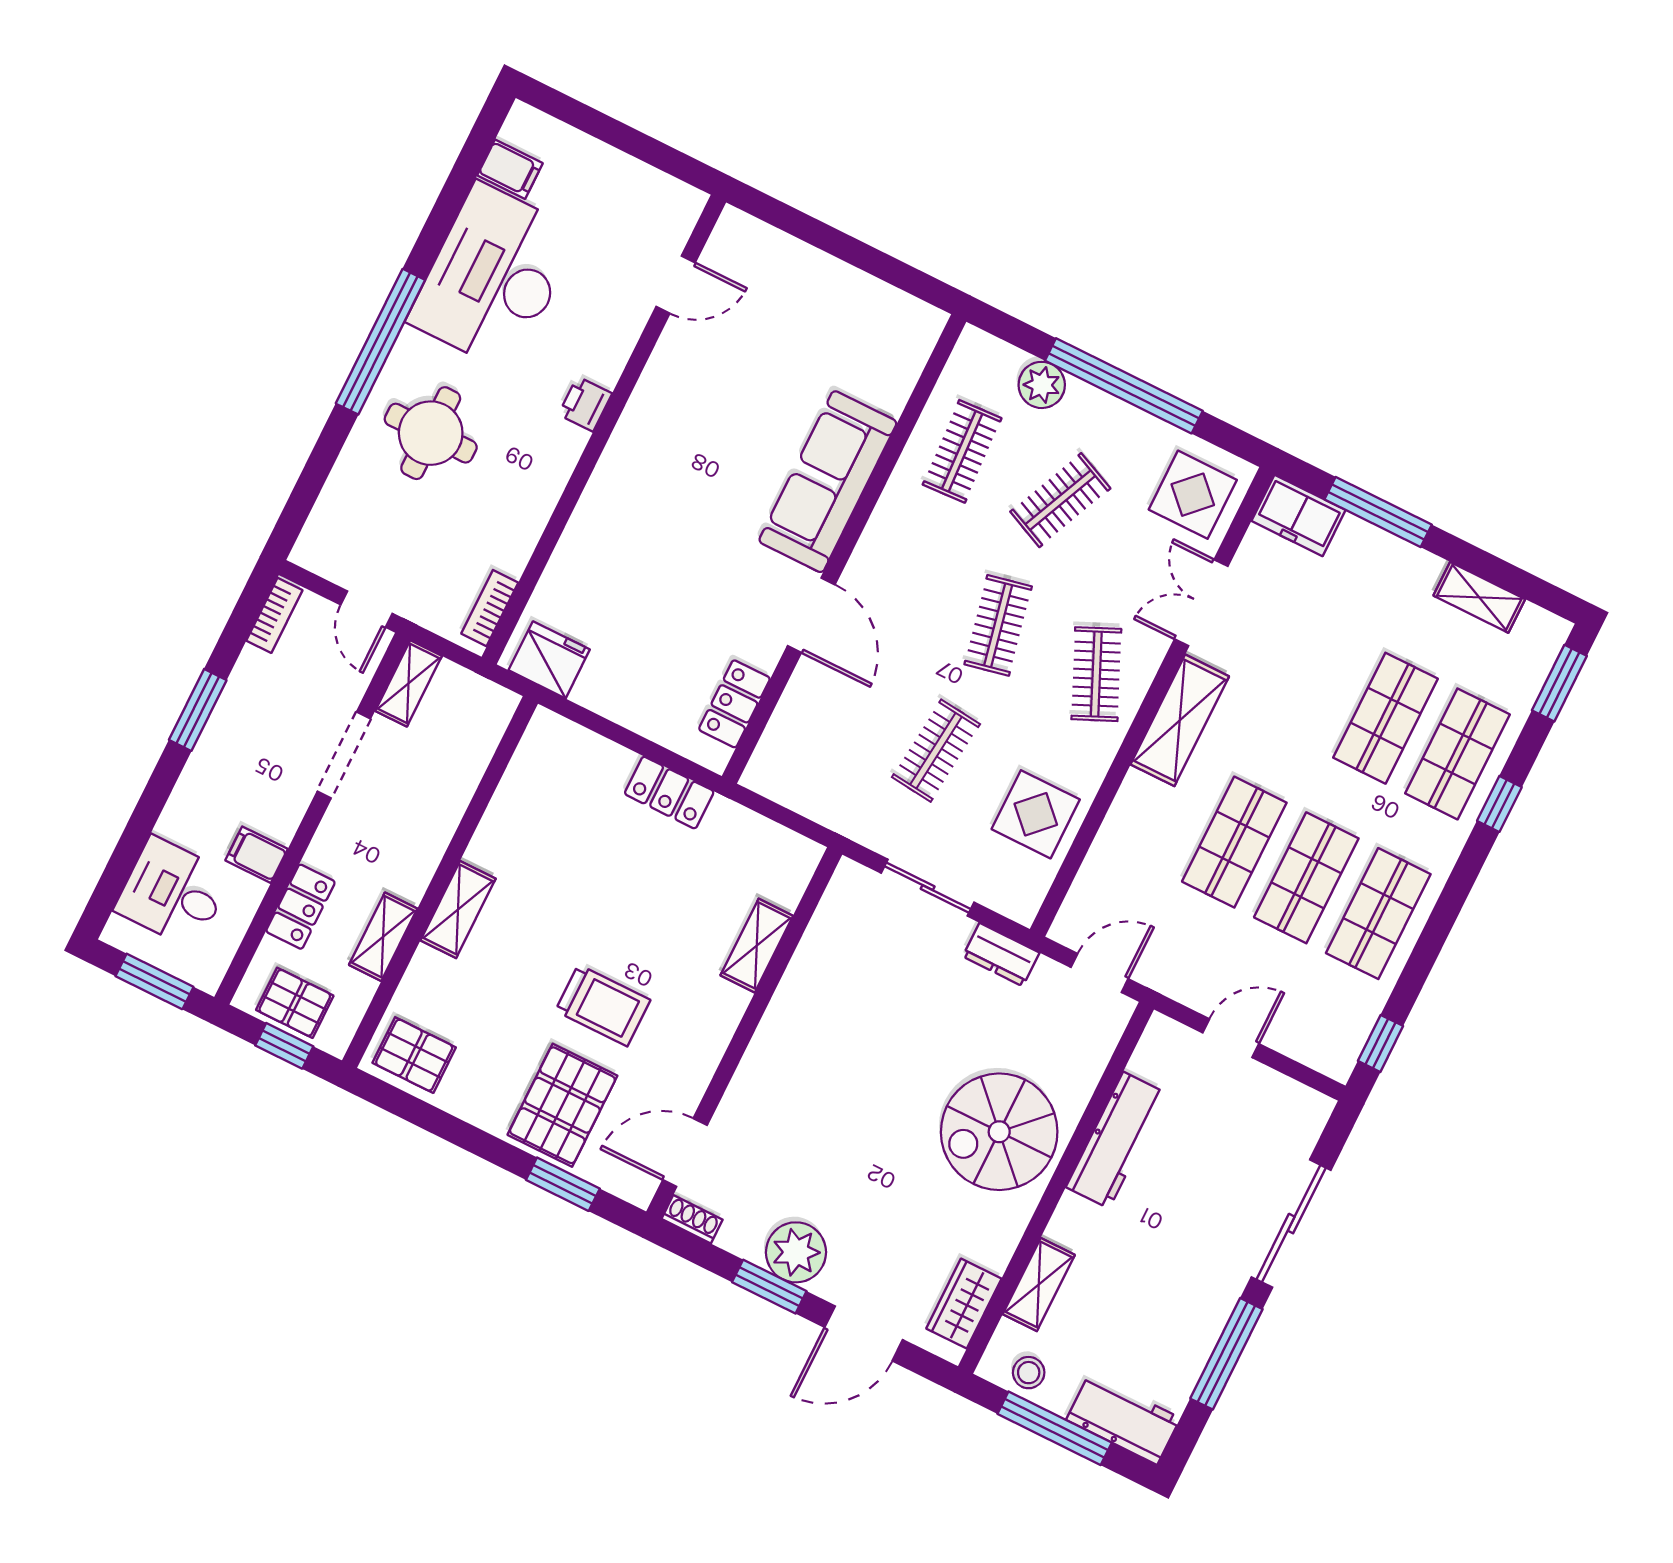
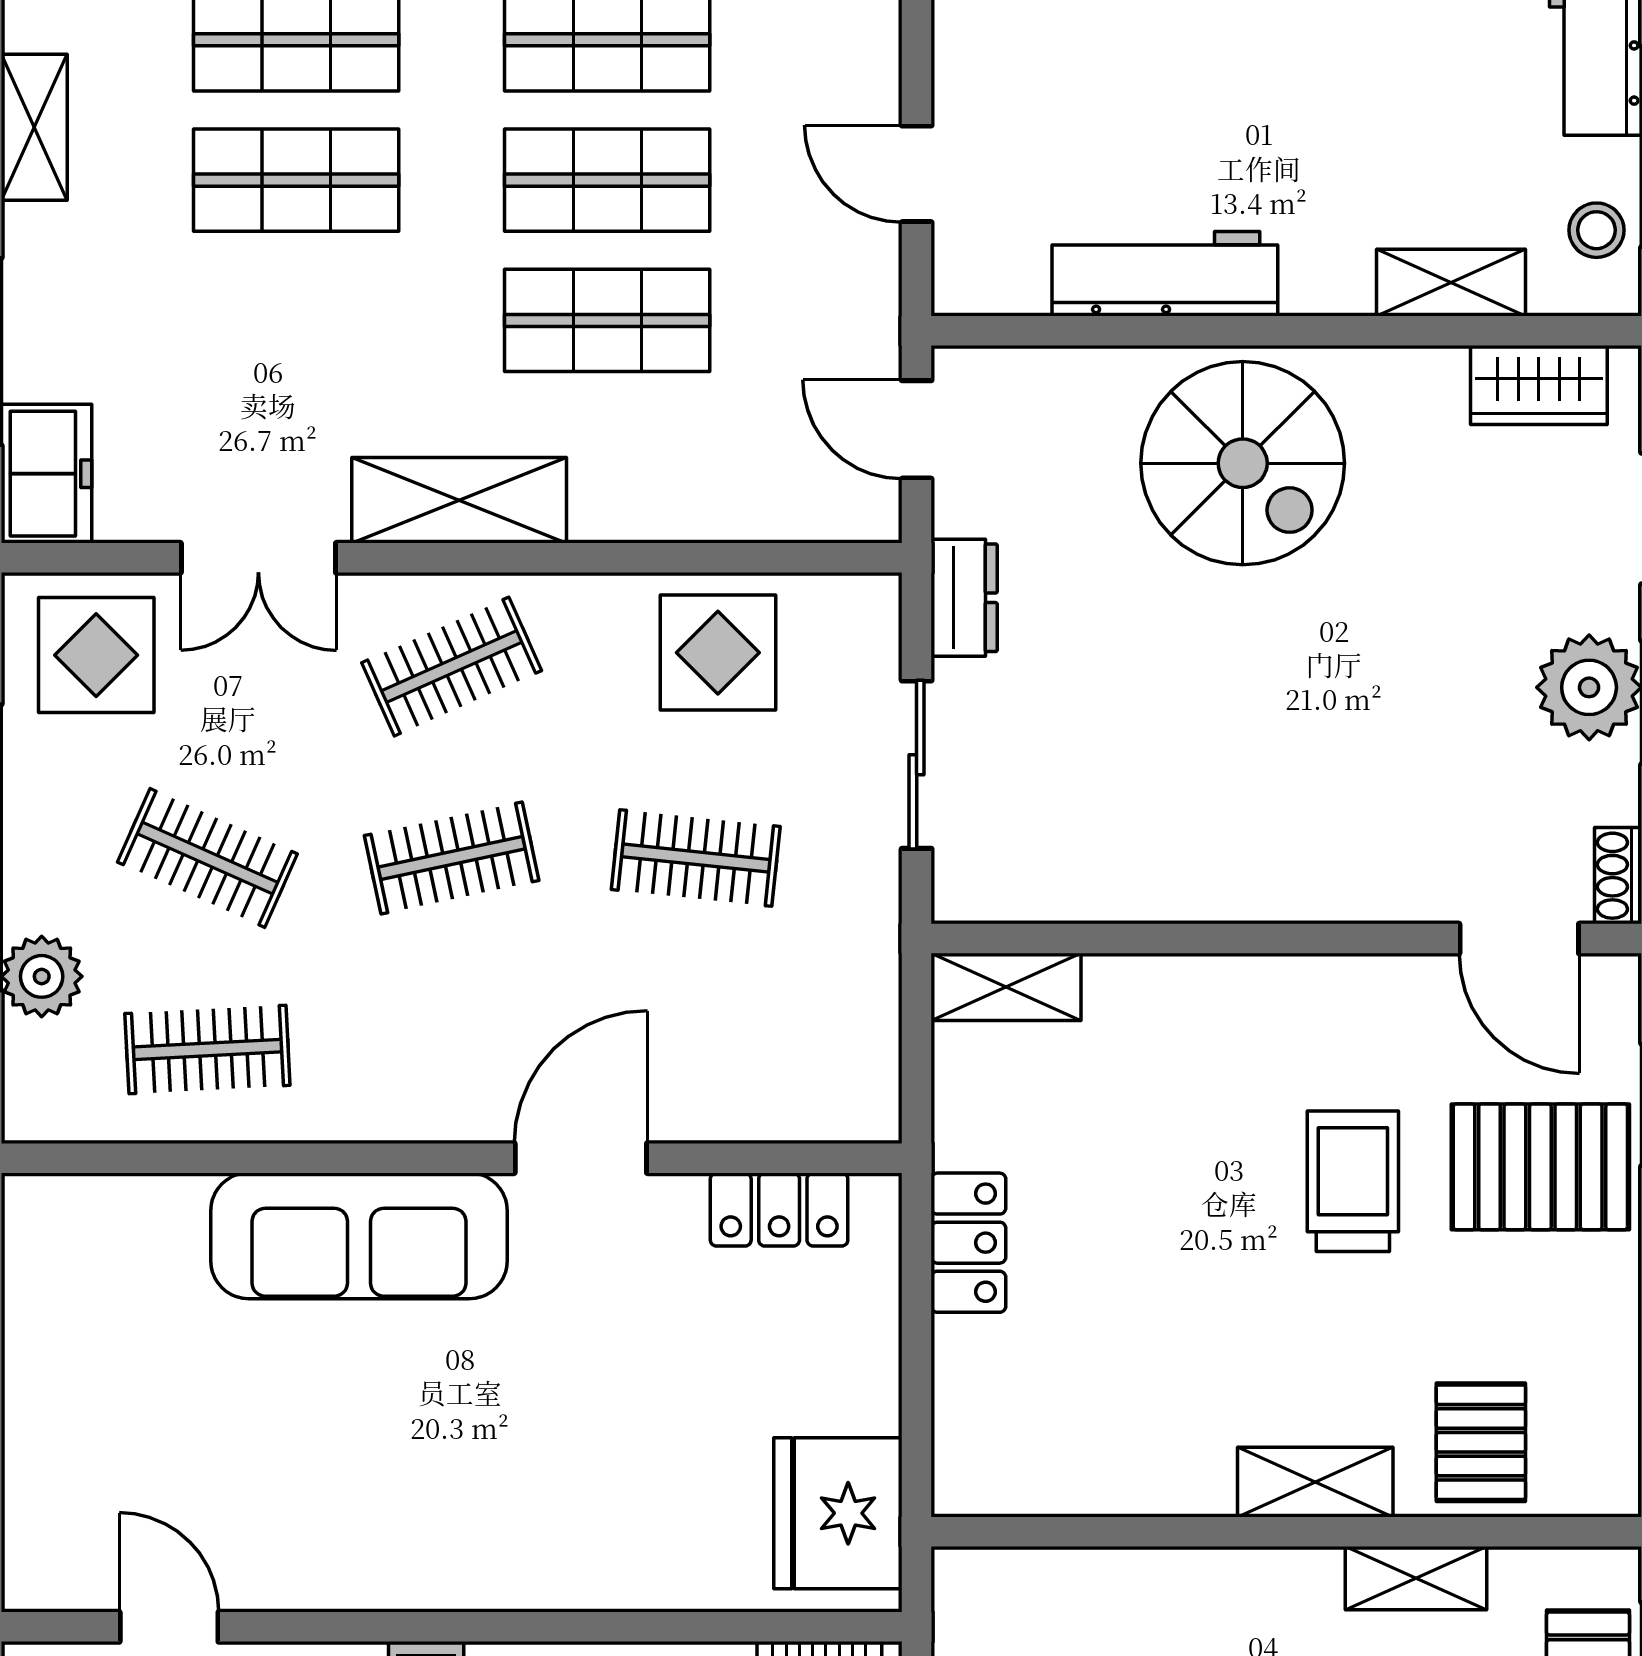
fridge: (549, 660) -> (838, 1513), width x1.36, depth x1.34
shelving: (757, 946) -> (1006, 987), moved
pallet: (414, 1055) -> (1481, 1442), moved

